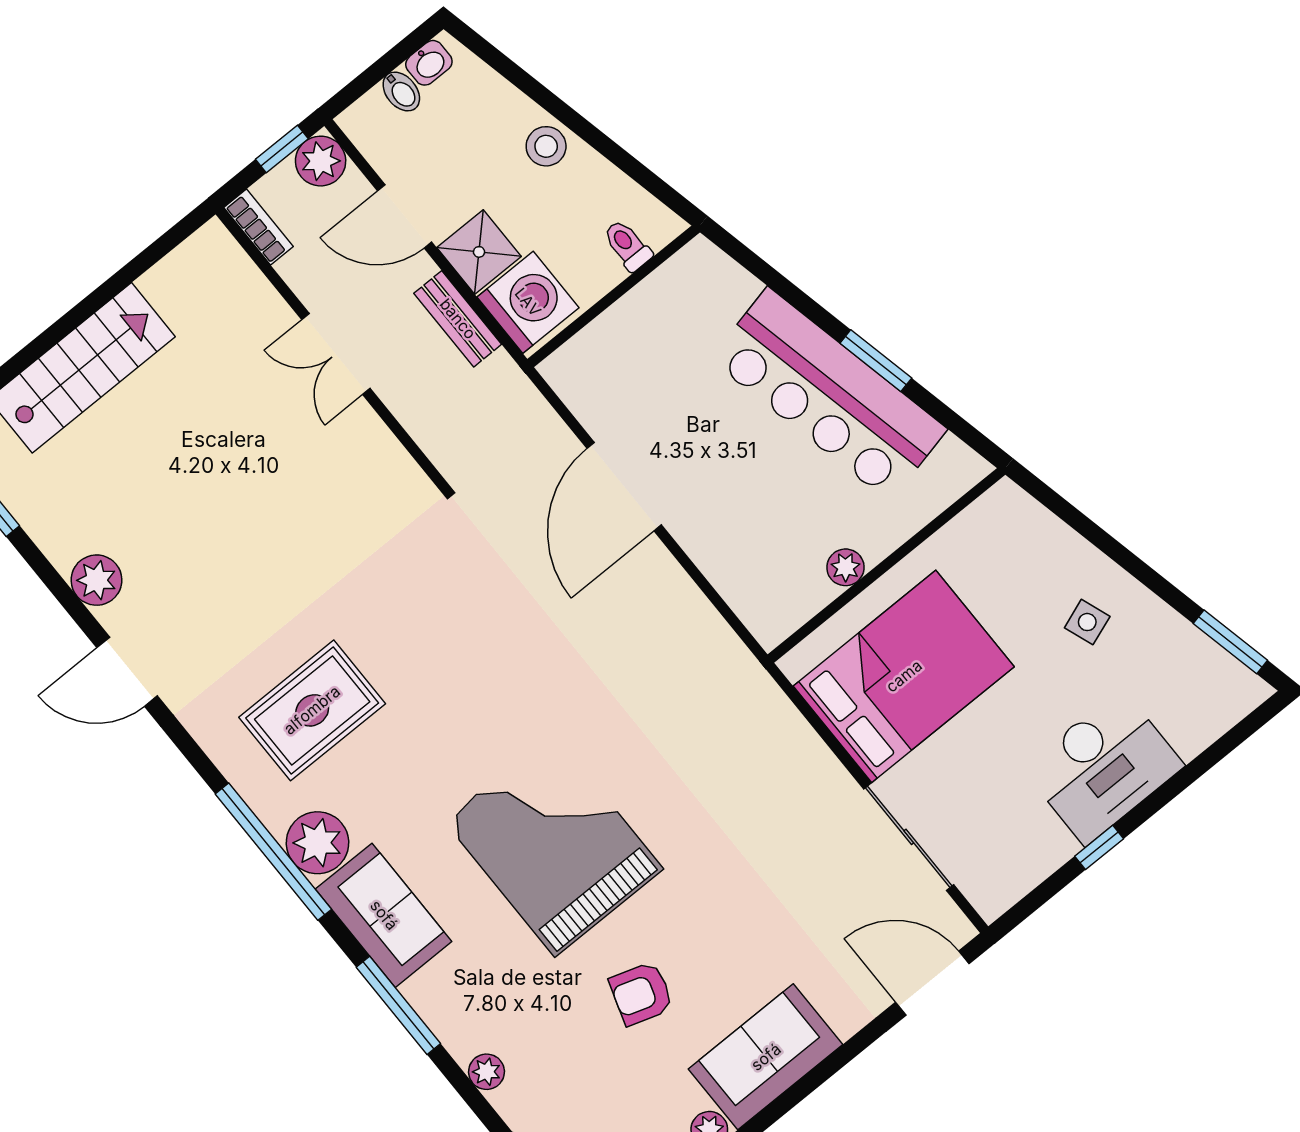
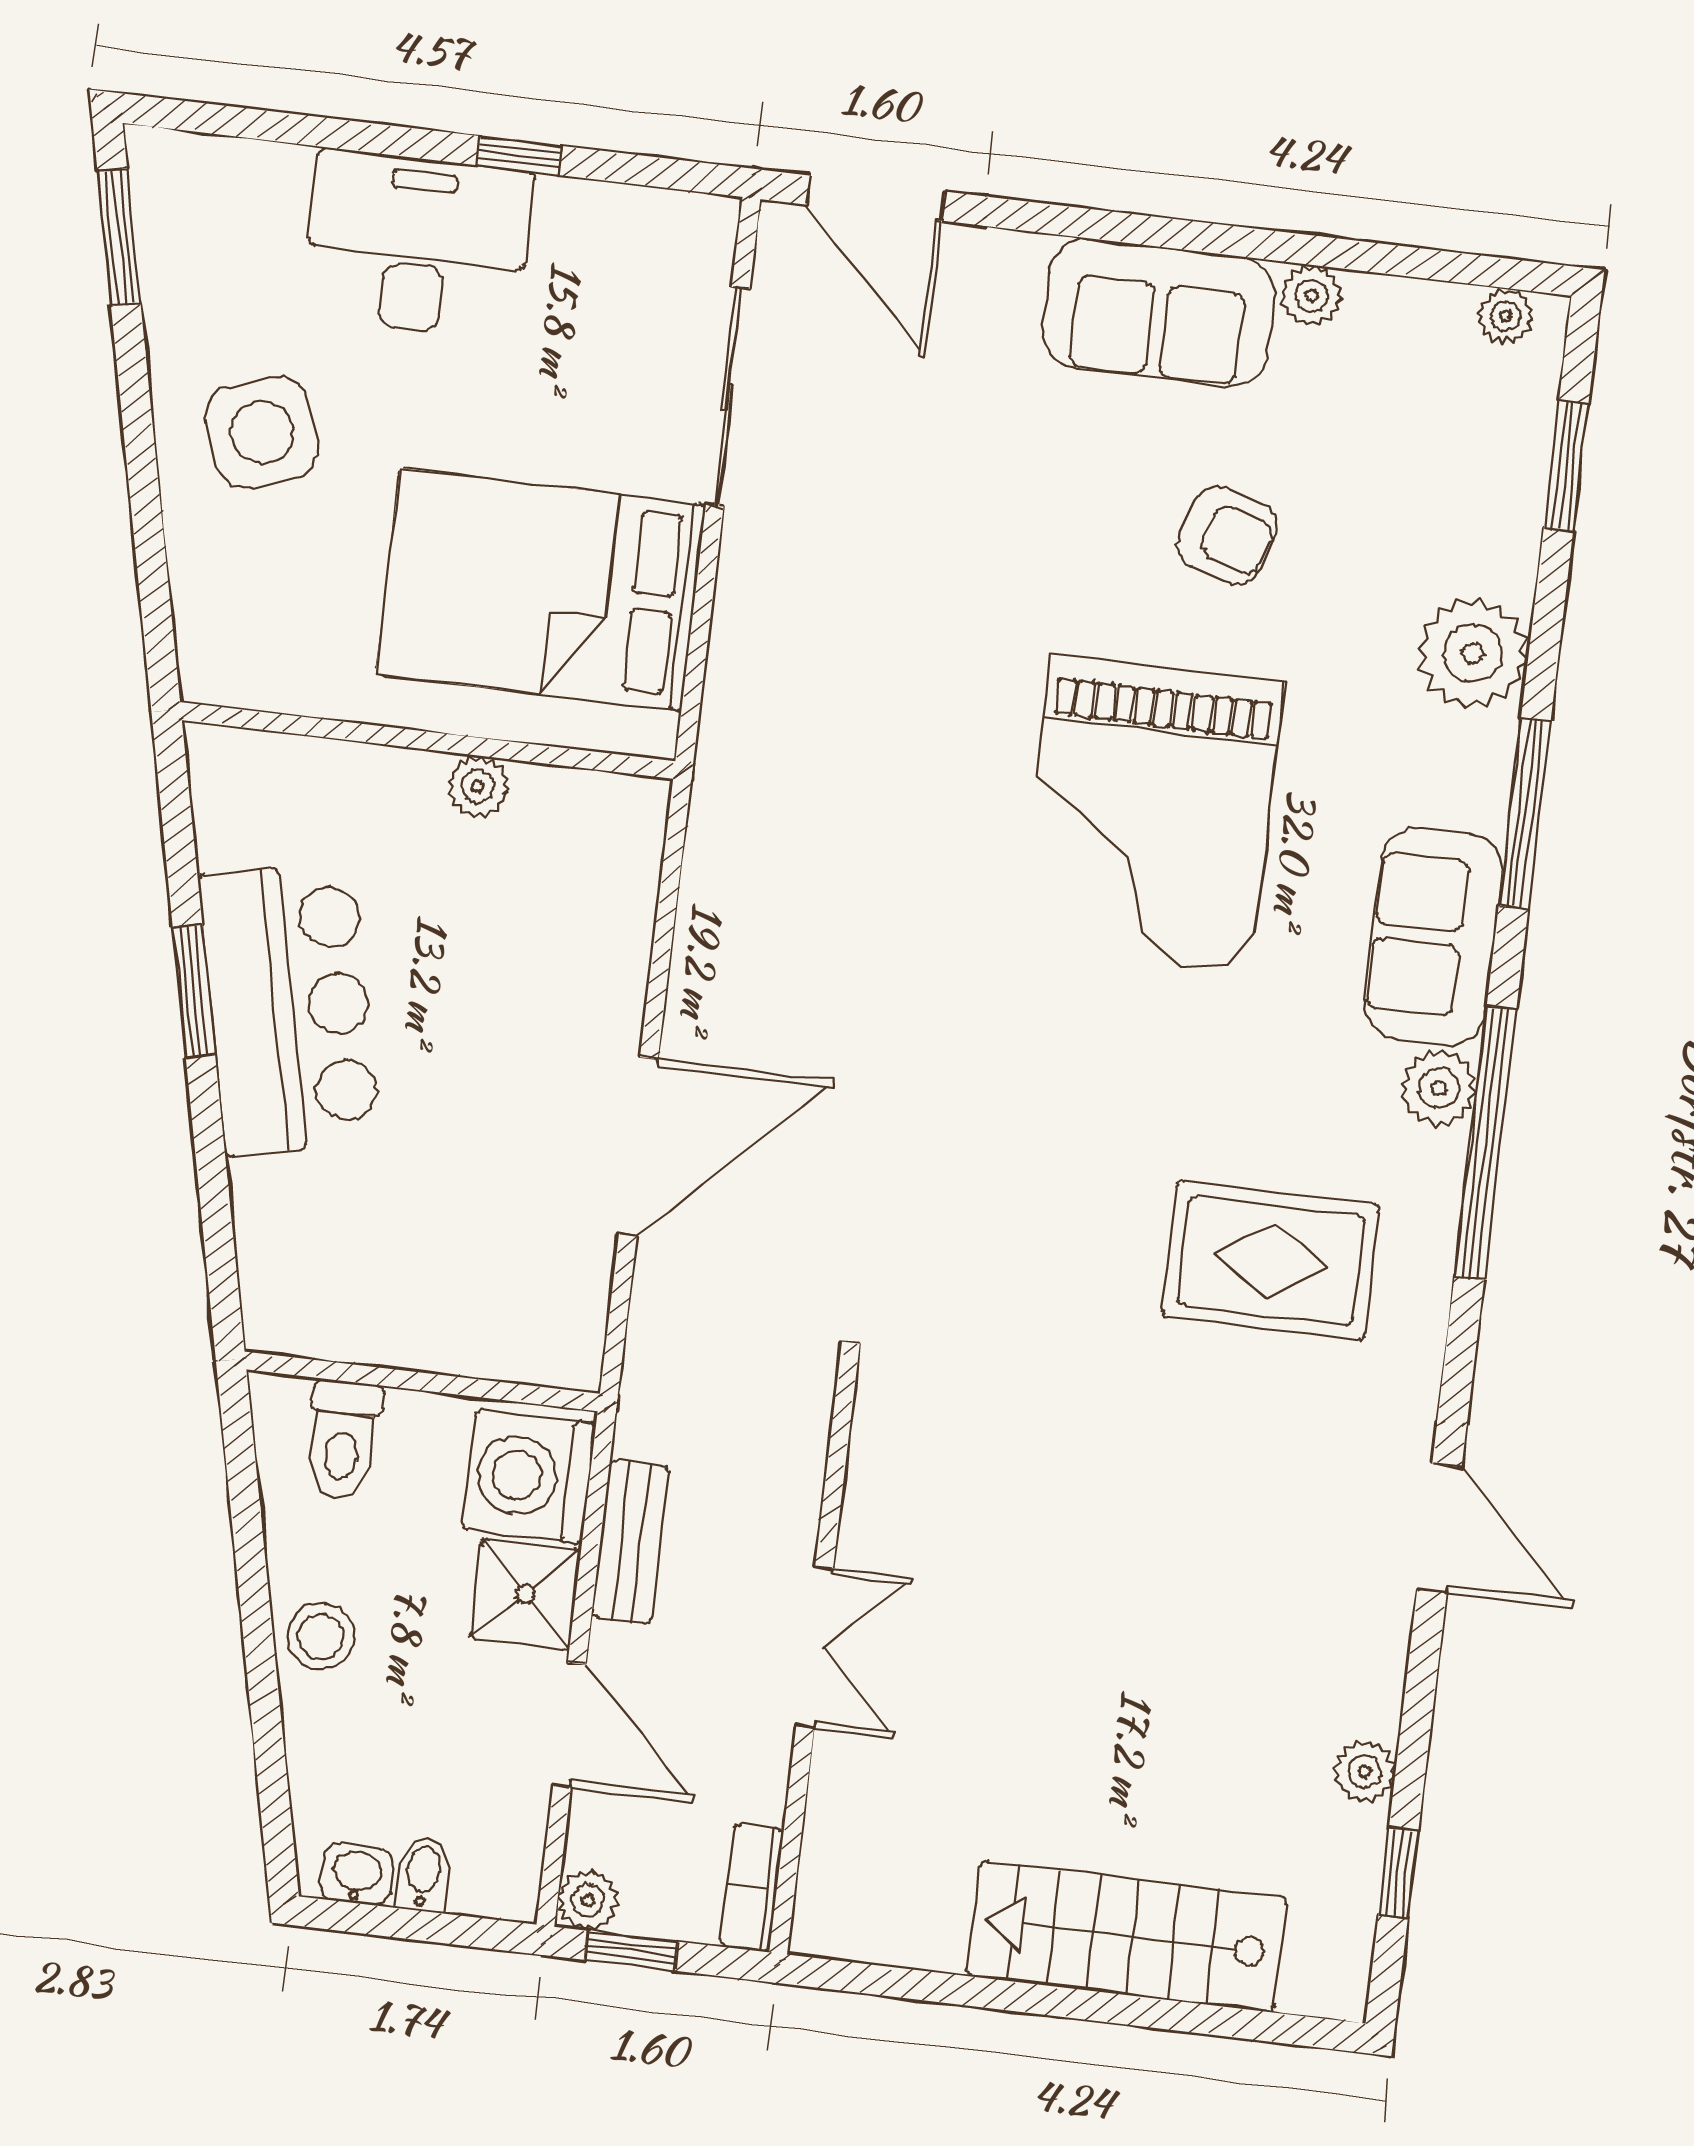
plant: (321, 161) -> (588, 1900), width x0.73, depth x0.73
toilet: (627, 245) -> (343, 1440), width x1.37, depth x1.39
bar counter: (829, 394) -> (289, 1008), width x0.73
plant: (97, 580) -> (1365, 1772), moved, width x0.73, depth x0.73
side table: (1087, 622) -> (262, 432), width x1.87, depth x1.87
plant: (317, 843) -> (1439, 1088), width x0.73, depth x0.73
plant: (486, 1072) -> (1473, 653), width x1.87, depth x1.87

